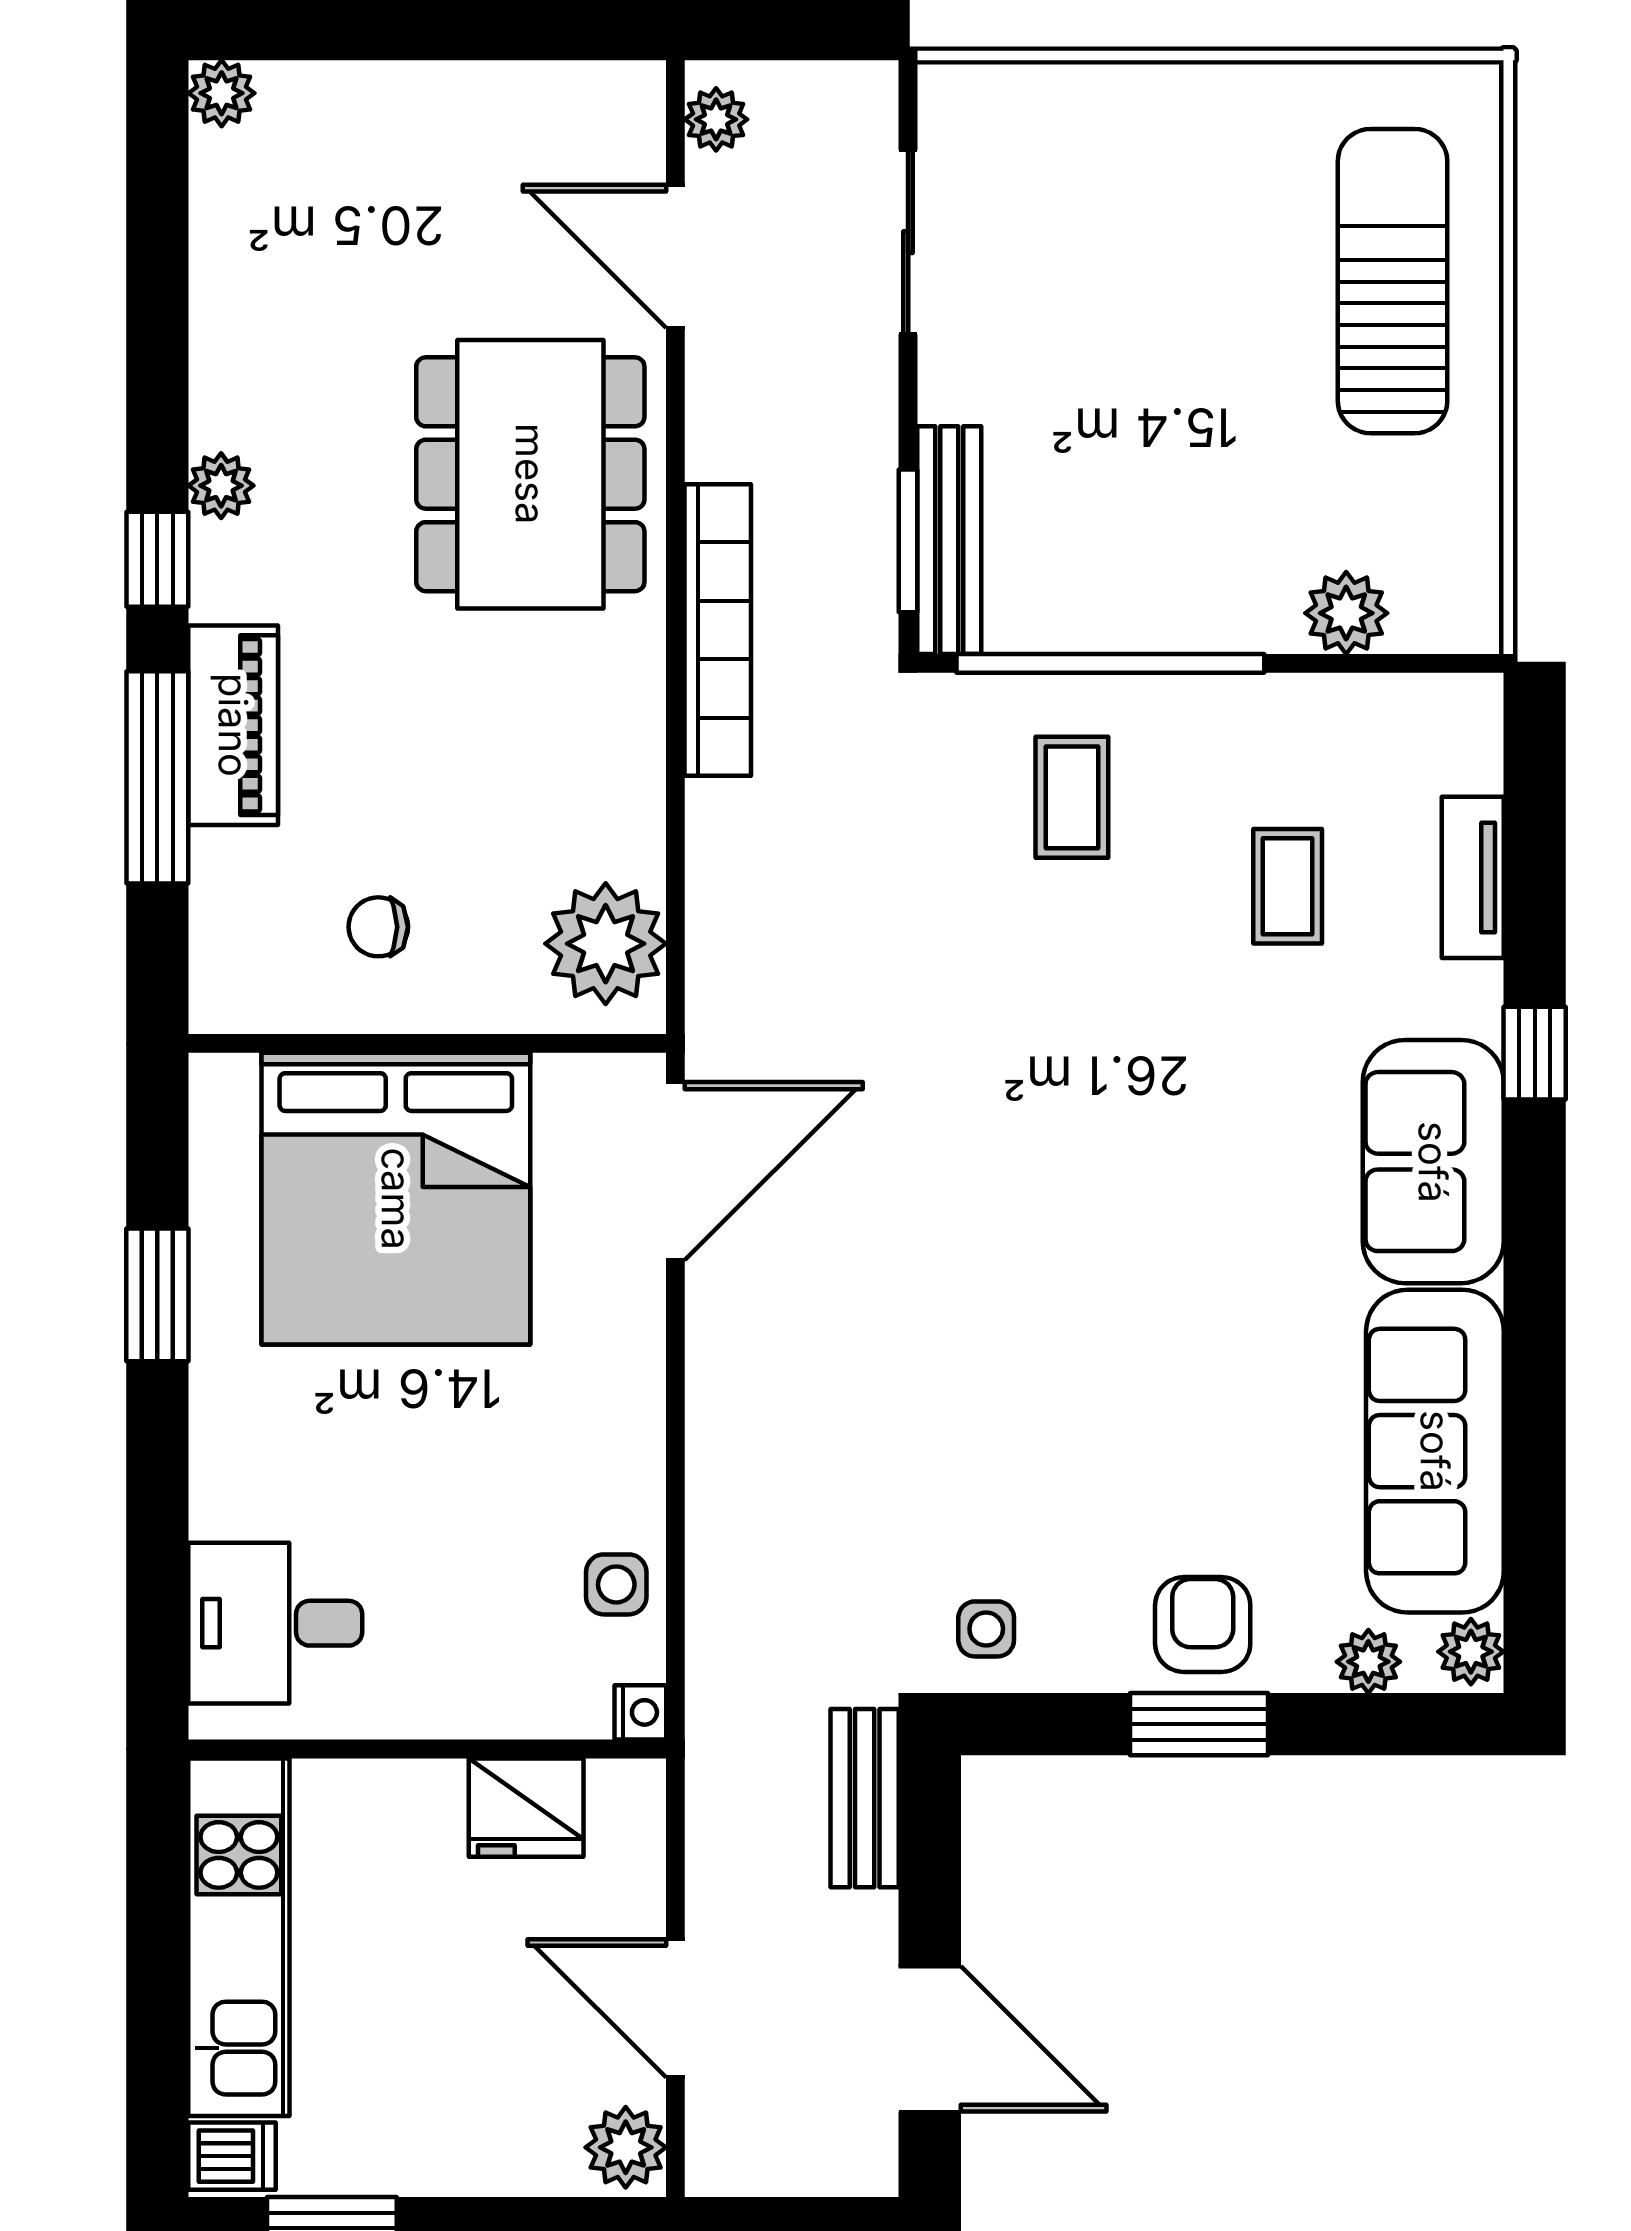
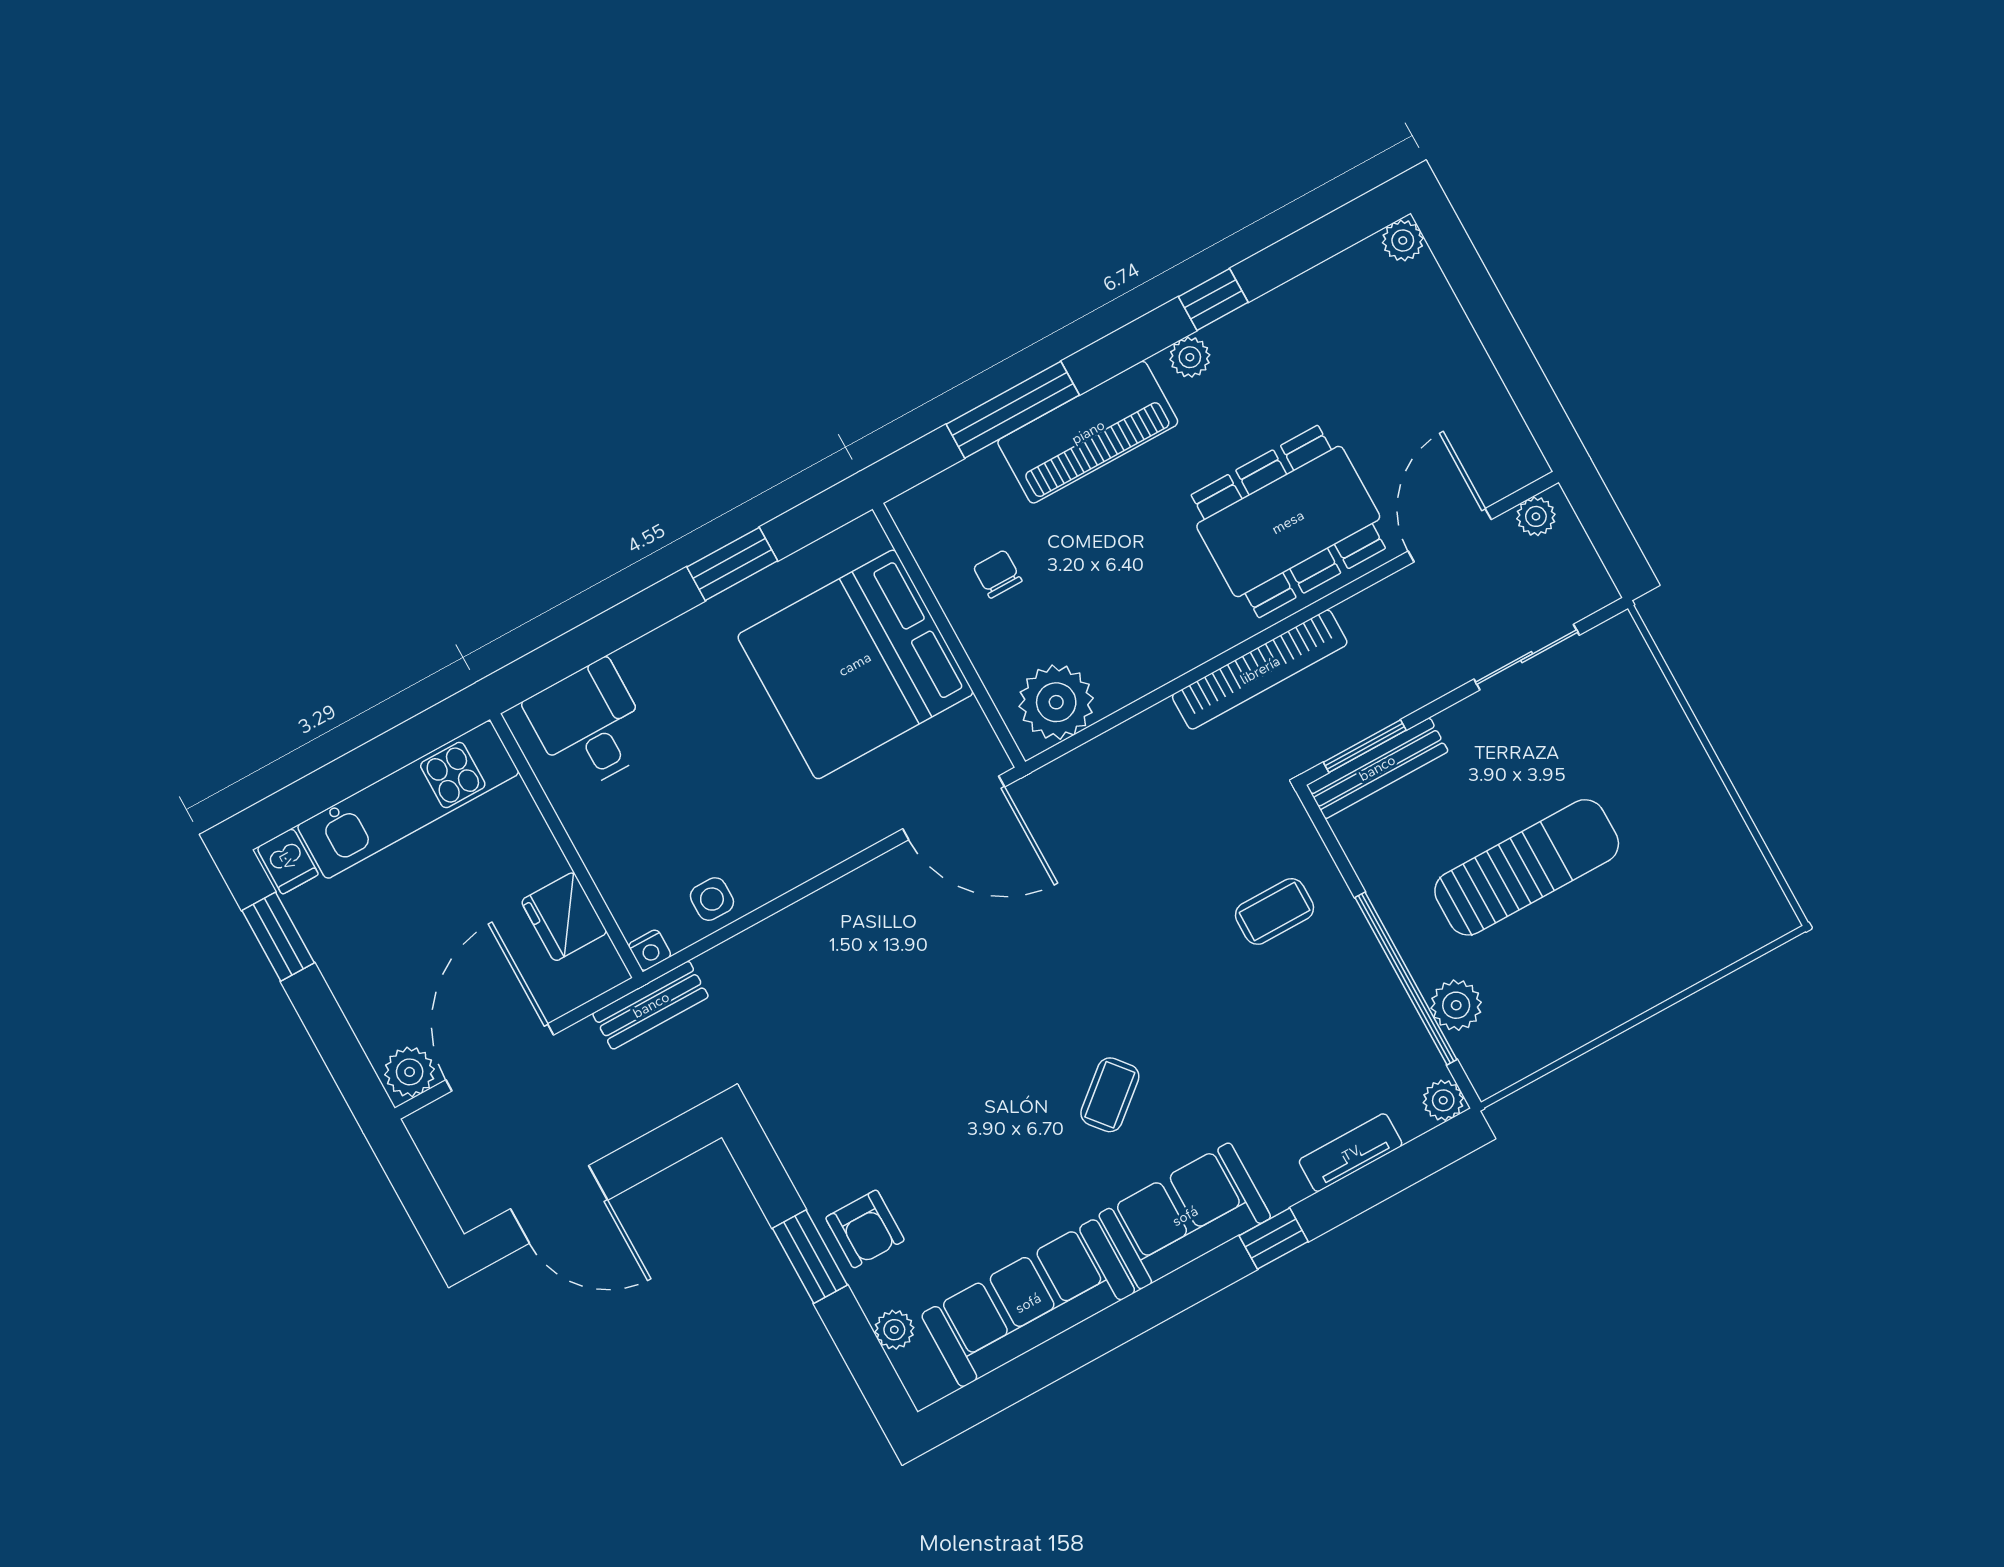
sun lounger: (1393, 281) -> (1527, 867), moved
window: (157, 559) -> (1213, 299), moved
window: (1110, 663) -> (1406, 979), moved
piano: (233, 725) -> (1088, 432), width x1.37, depth x1.33
coffee table: (1288, 886) -> (1110, 1095), moved, turned -40
armchair: (1203, 1625) -> (865, 1229), turned 90
side table: (986, 1629) -> (798, 1113), removed
plant: (1471, 1652) -> (1443, 1100), moved
bench: (865, 1798) -> (651, 1005), moved
door: (675, 2008) -> (500, 1057), width x1.36
door: (930, 2039) -> (559, 1204), hinge flipped

